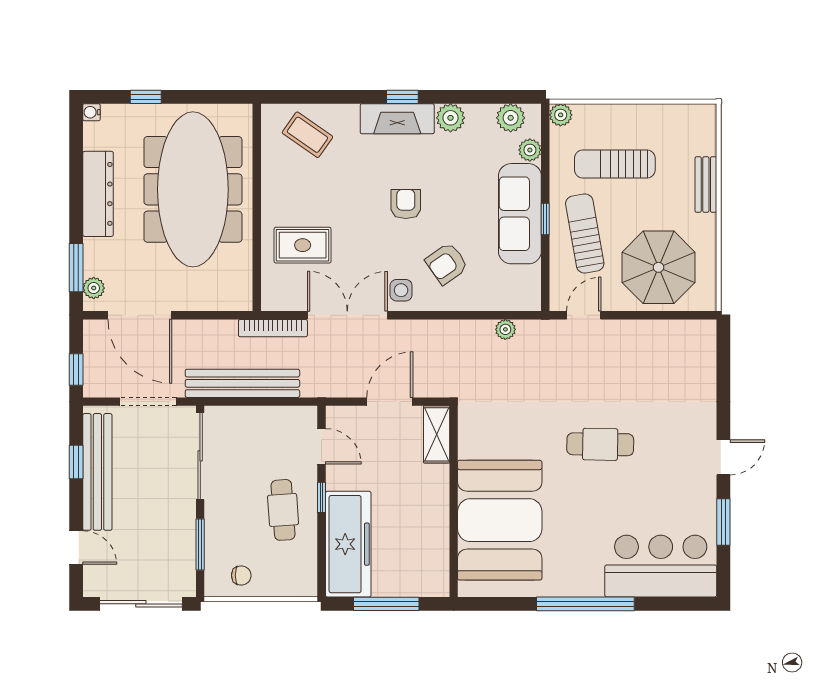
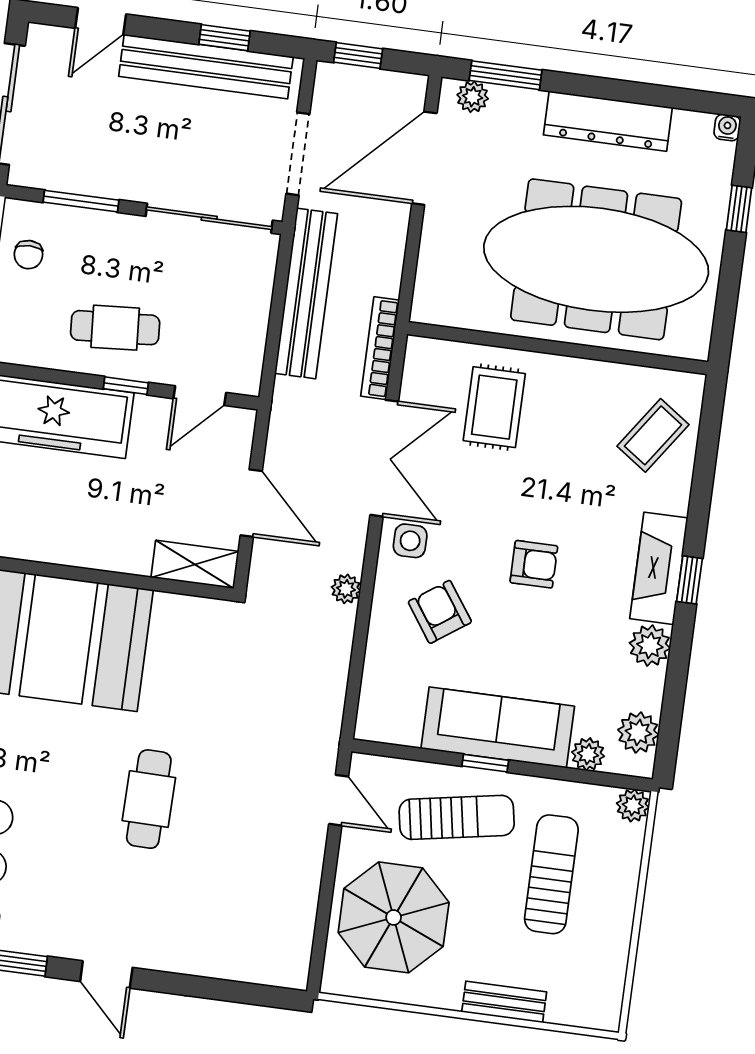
plant: (505, 329) -> (346, 589), moved

